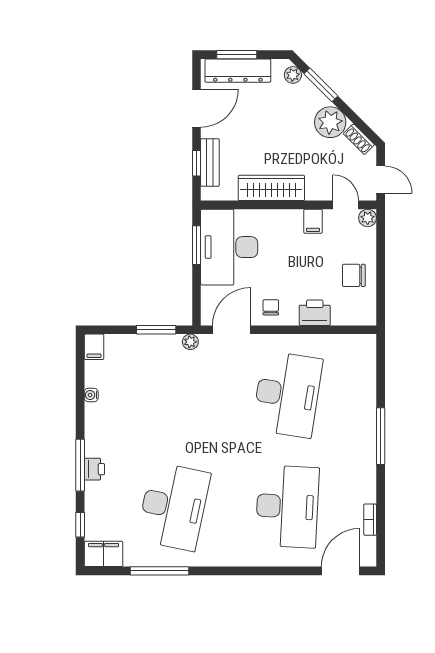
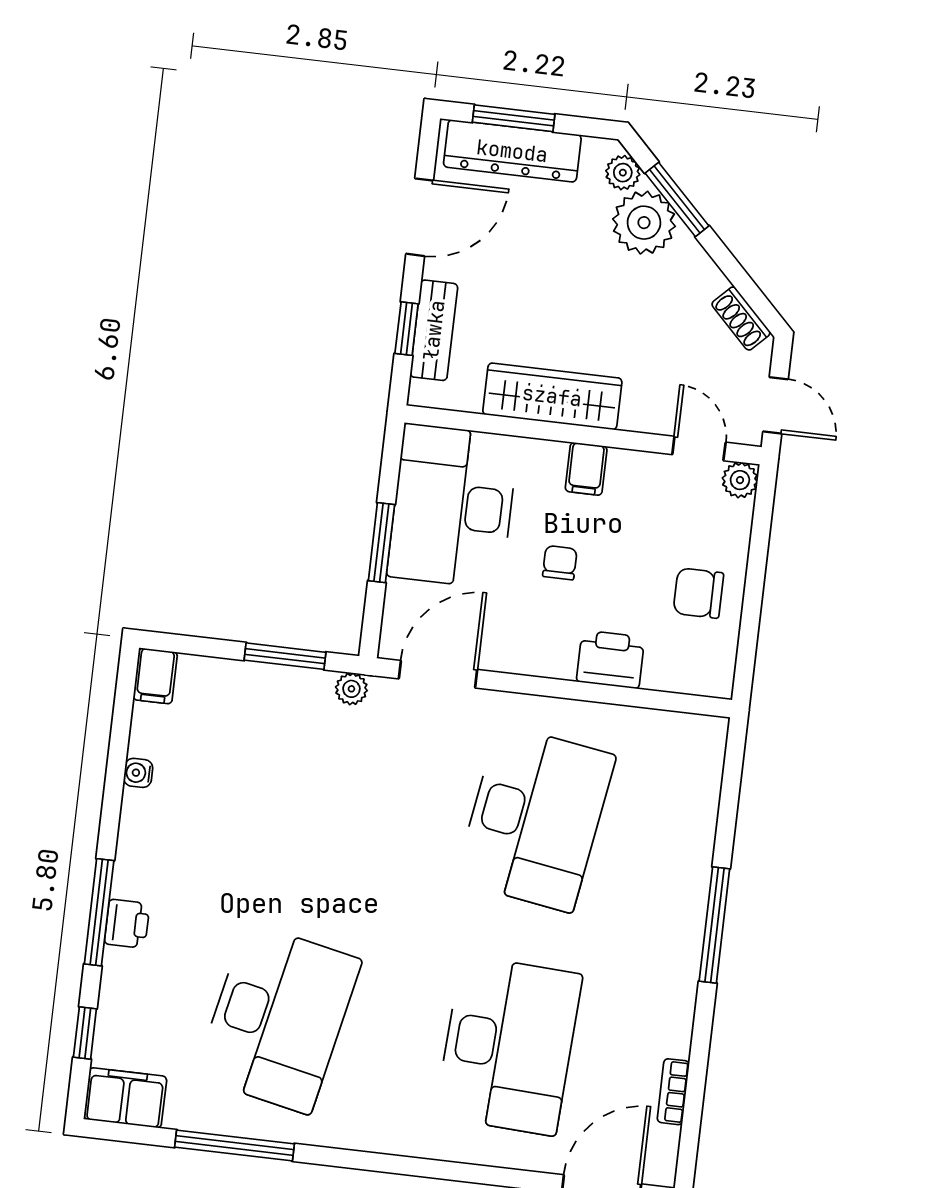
plant: (330, 122) -> (644, 223), moved
filing cabinet: (313, 221) -> (586, 469), moved
window: (197, 245) -> (381, 543), moved
chair: (271, 307) -> (560, 563), moved

